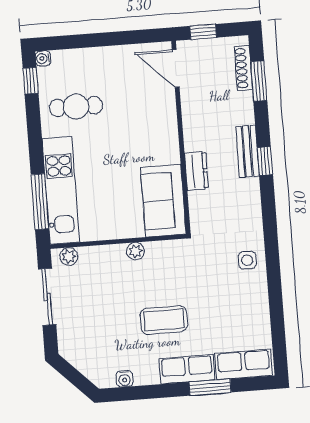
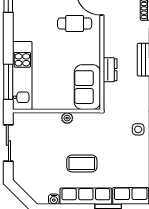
cafe table: (76, 107) -> (75, 24), moved
plant: (69, 256) -> (24, 118), removed
row of seats: (187, 369) -> (86, 196), width x1.48

